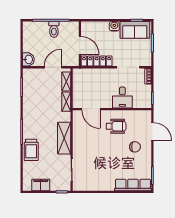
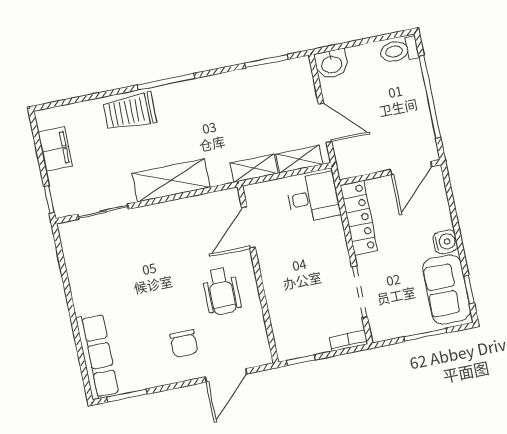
toilet: (54, 29) -> (399, 51), moved
door: (80, 45) -> (411, 168), moved
desk: (122, 98) -> (313, 197), moved, turned 180

